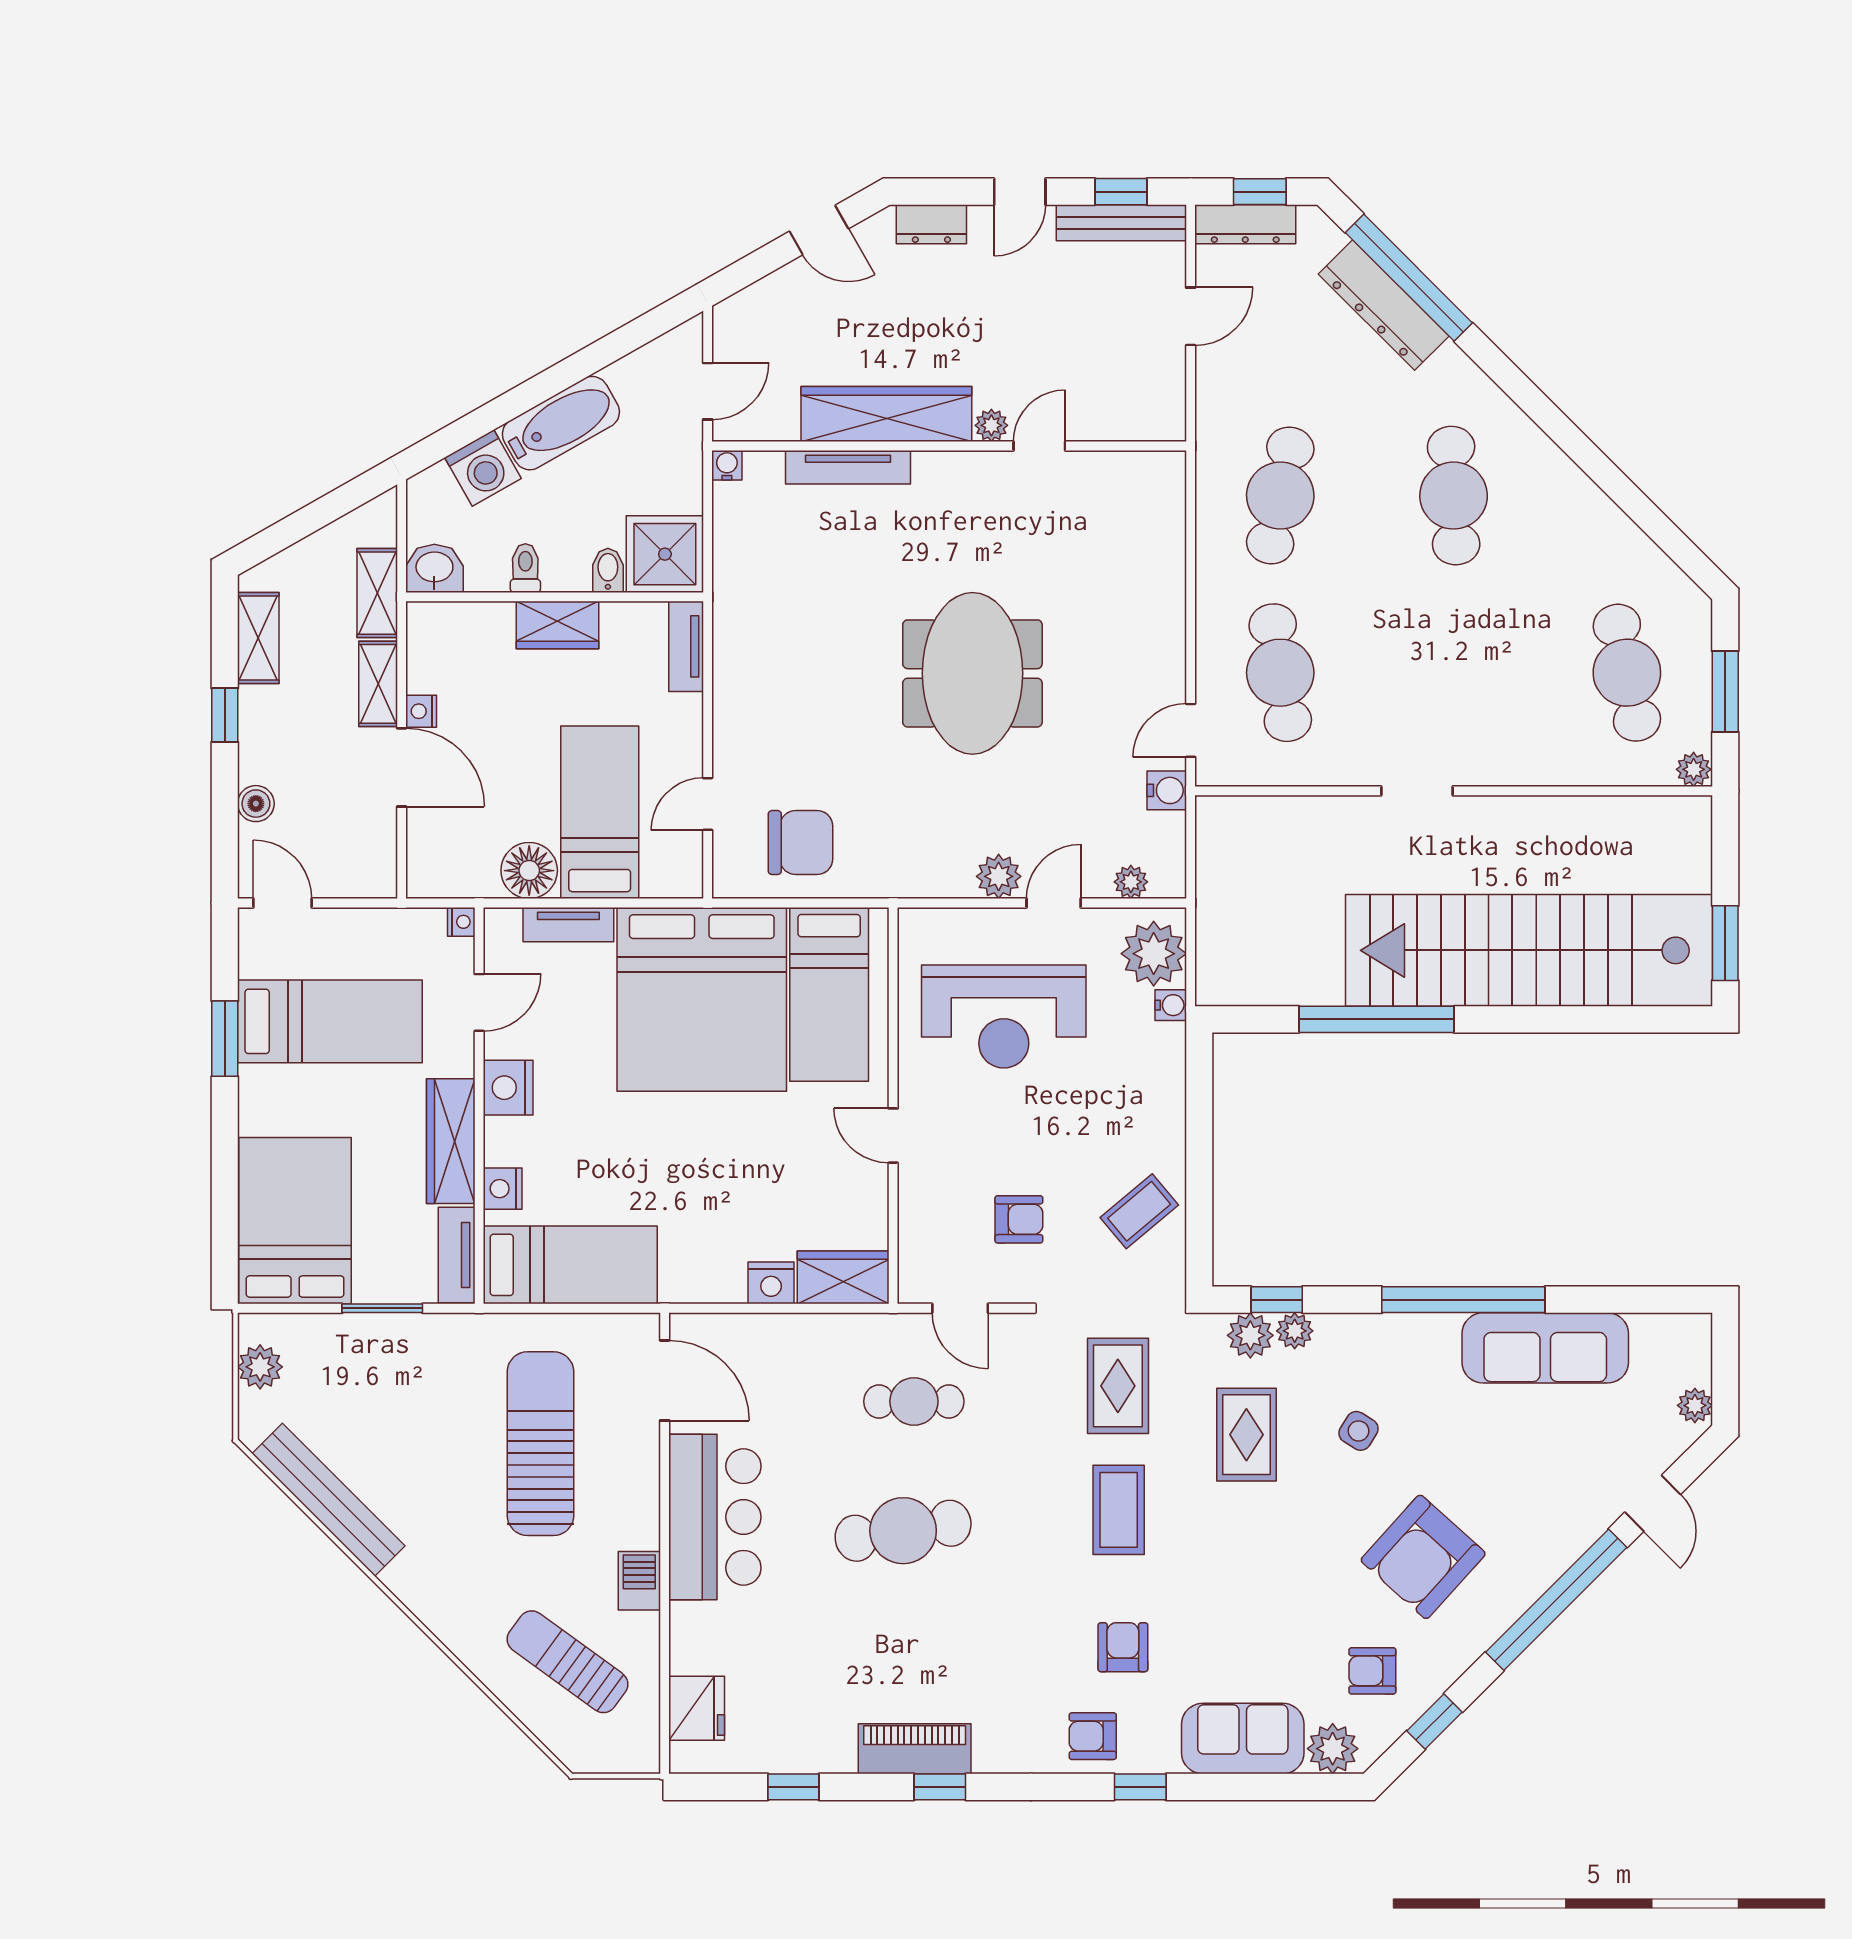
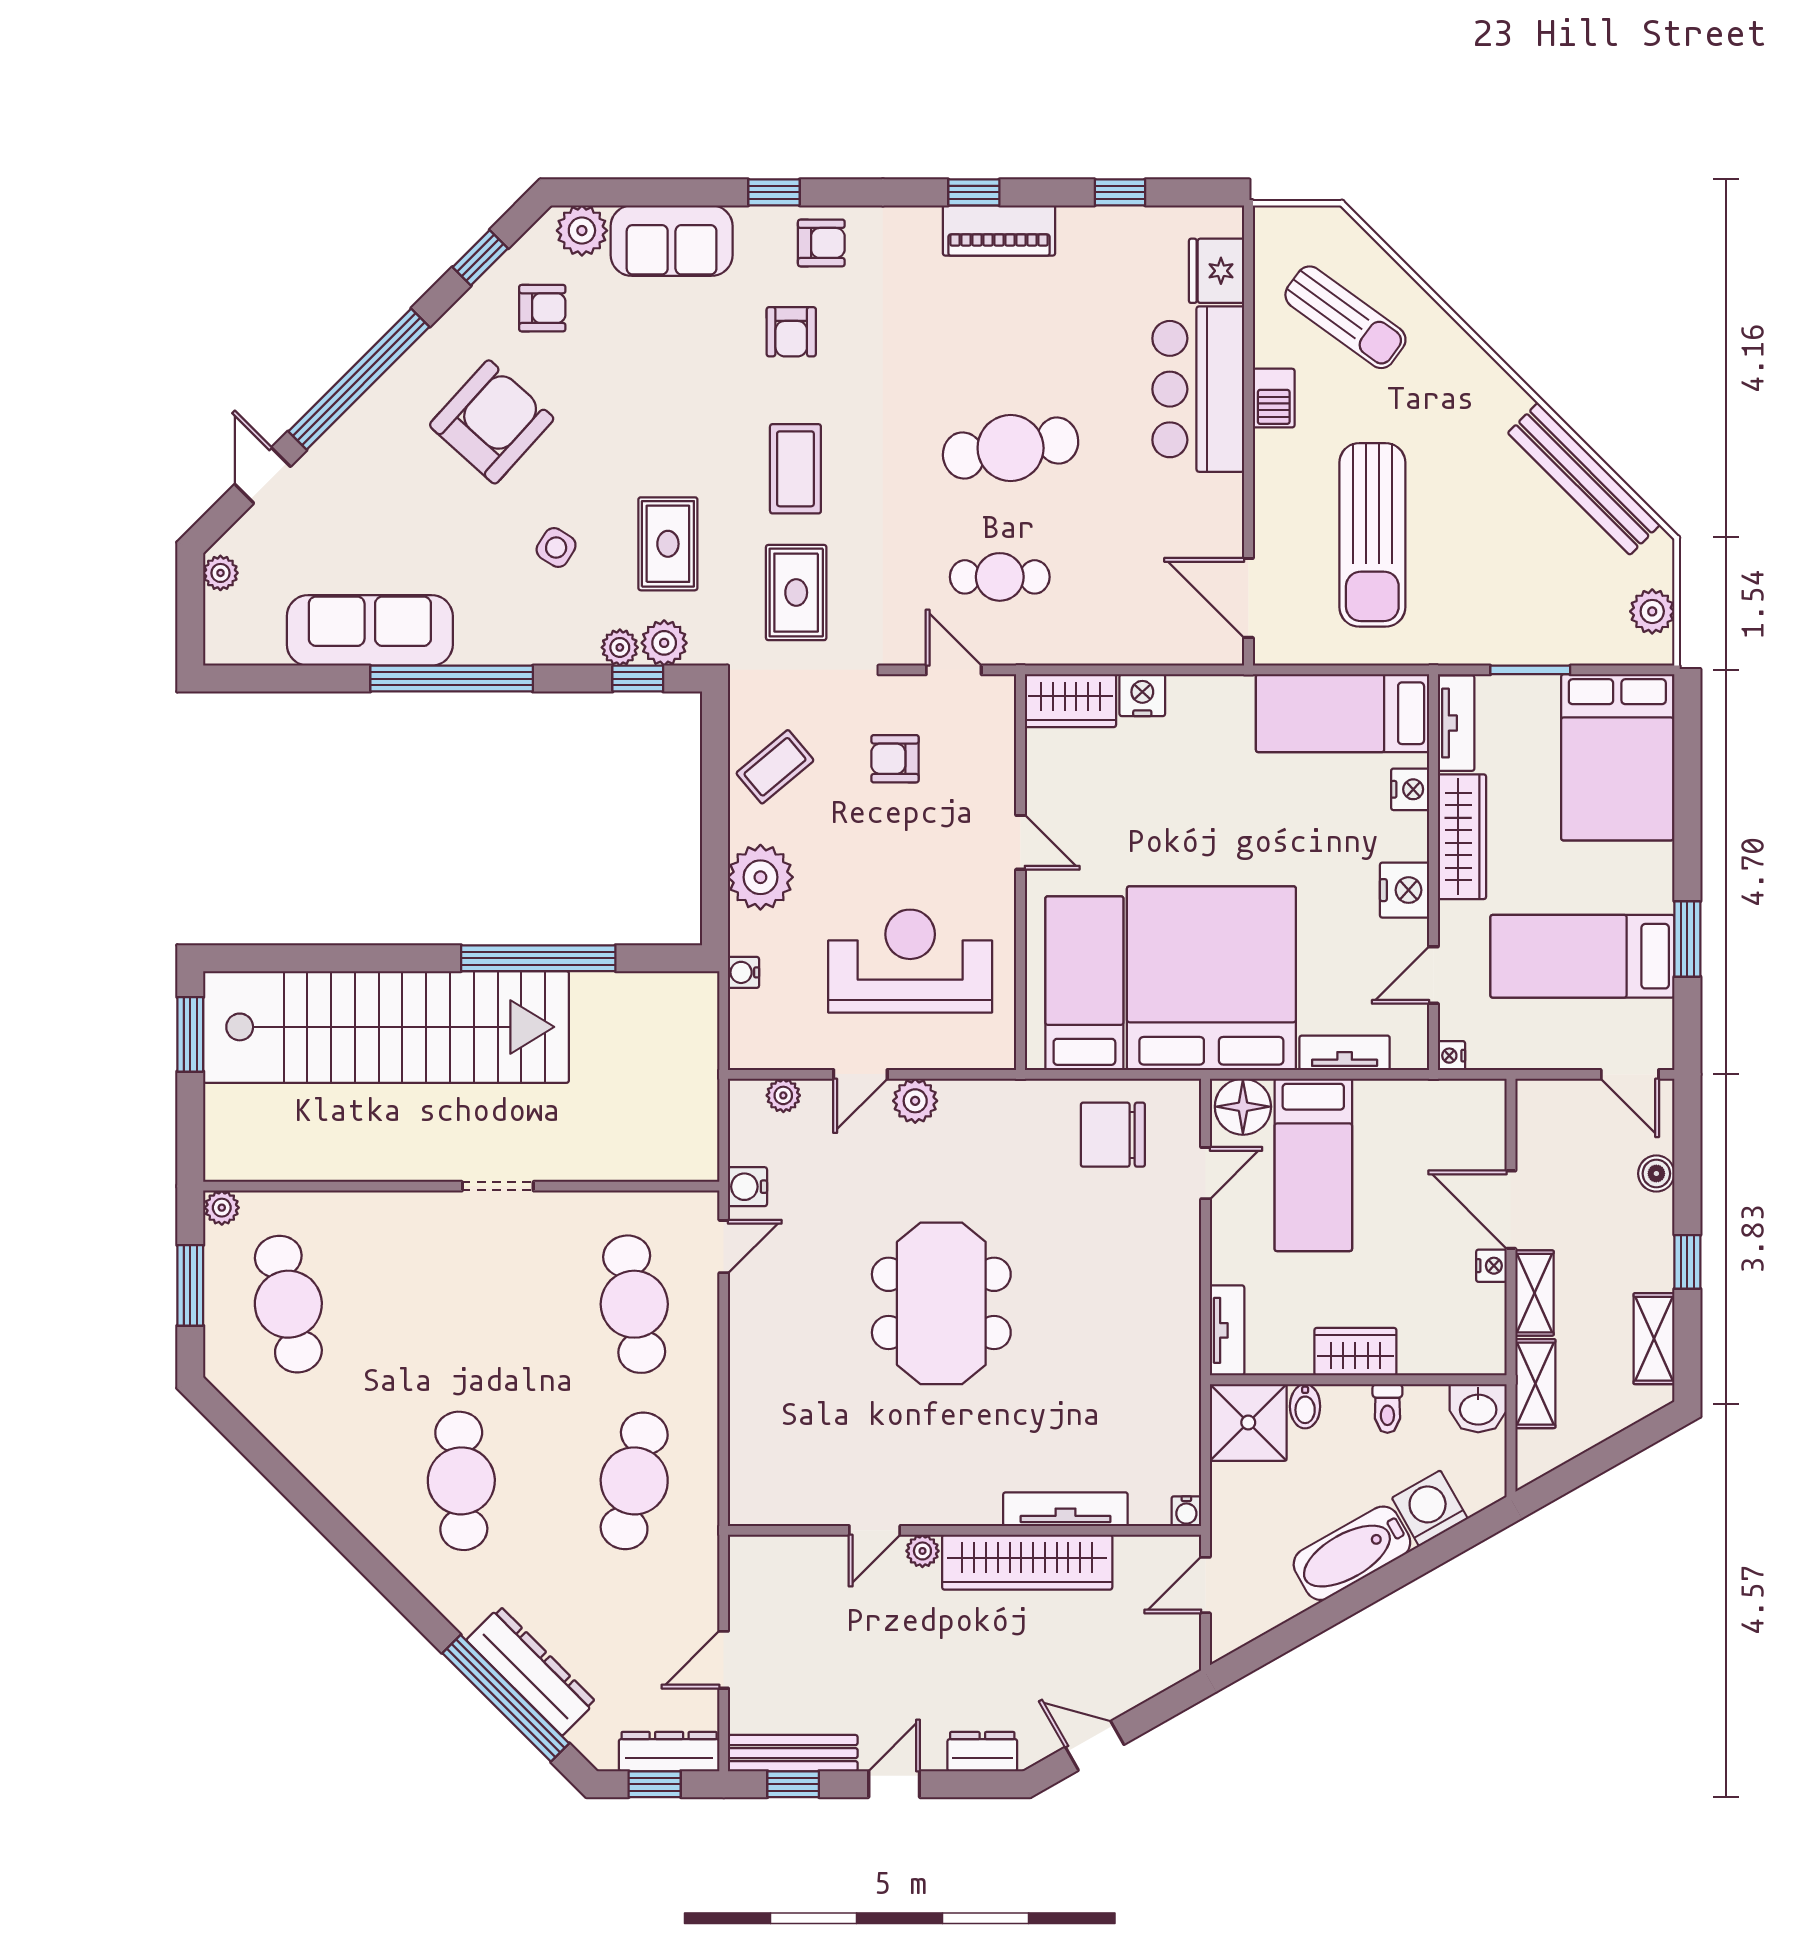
floor lamp: (529, 871) -> (1243, 1107), moved
plant: (1154, 954) -> (760, 877), moved
bar counter: (715, 1517) -> (1198, 389), moved

